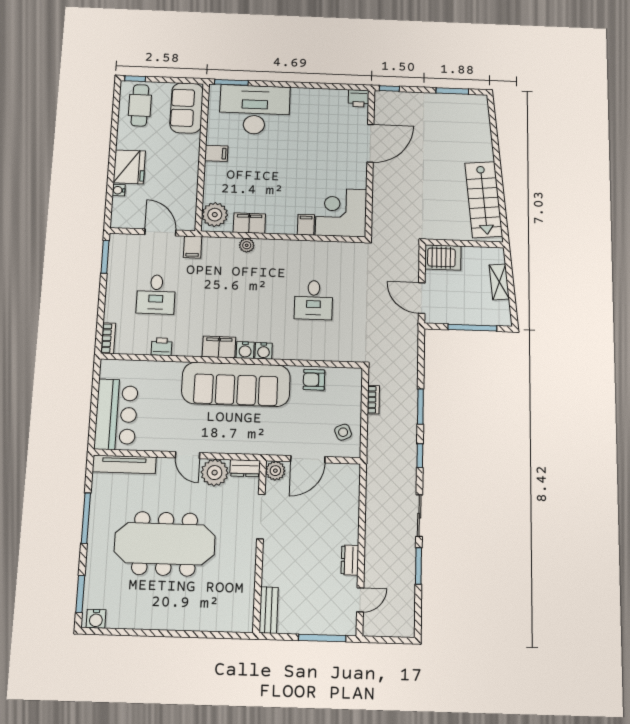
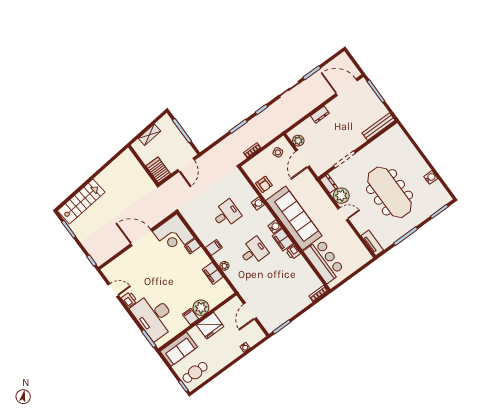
door: (329, 86) -> (113, 290), added
printer: (359, 98) -> (129, 300), moved
door: (370, 143) -> (141, 237), moved
fridge: (129, 167) -> (210, 326), moved, turned 180
stairs: (484, 200) -> (81, 201), moved
plant: (215, 215) -> (201, 308), moved
filing cabinet: (193, 247) -> (214, 248), moved
desk: (156, 294) -> (254, 251), moved
printer: (162, 347) -> (293, 252), moved
water cooler: (264, 351) -> (258, 203), moved
bar counter: (116, 415) -> (324, 261), moved, turned 90
door: (187, 455) -> (343, 214), hinge flipped
door: (308, 459) -> (303, 159), swing flipped
tv unit: (124, 464) -> (372, 243), width x0.71
plant: (275, 471) -> (298, 141), moved
dresser: (350, 560) -> (320, 115), moved
door: (360, 600) -> (347, 87), width x1.87
bench: (269, 610) -> (379, 127), width x1.36
water cooler: (96, 619) -> (431, 177), moved

